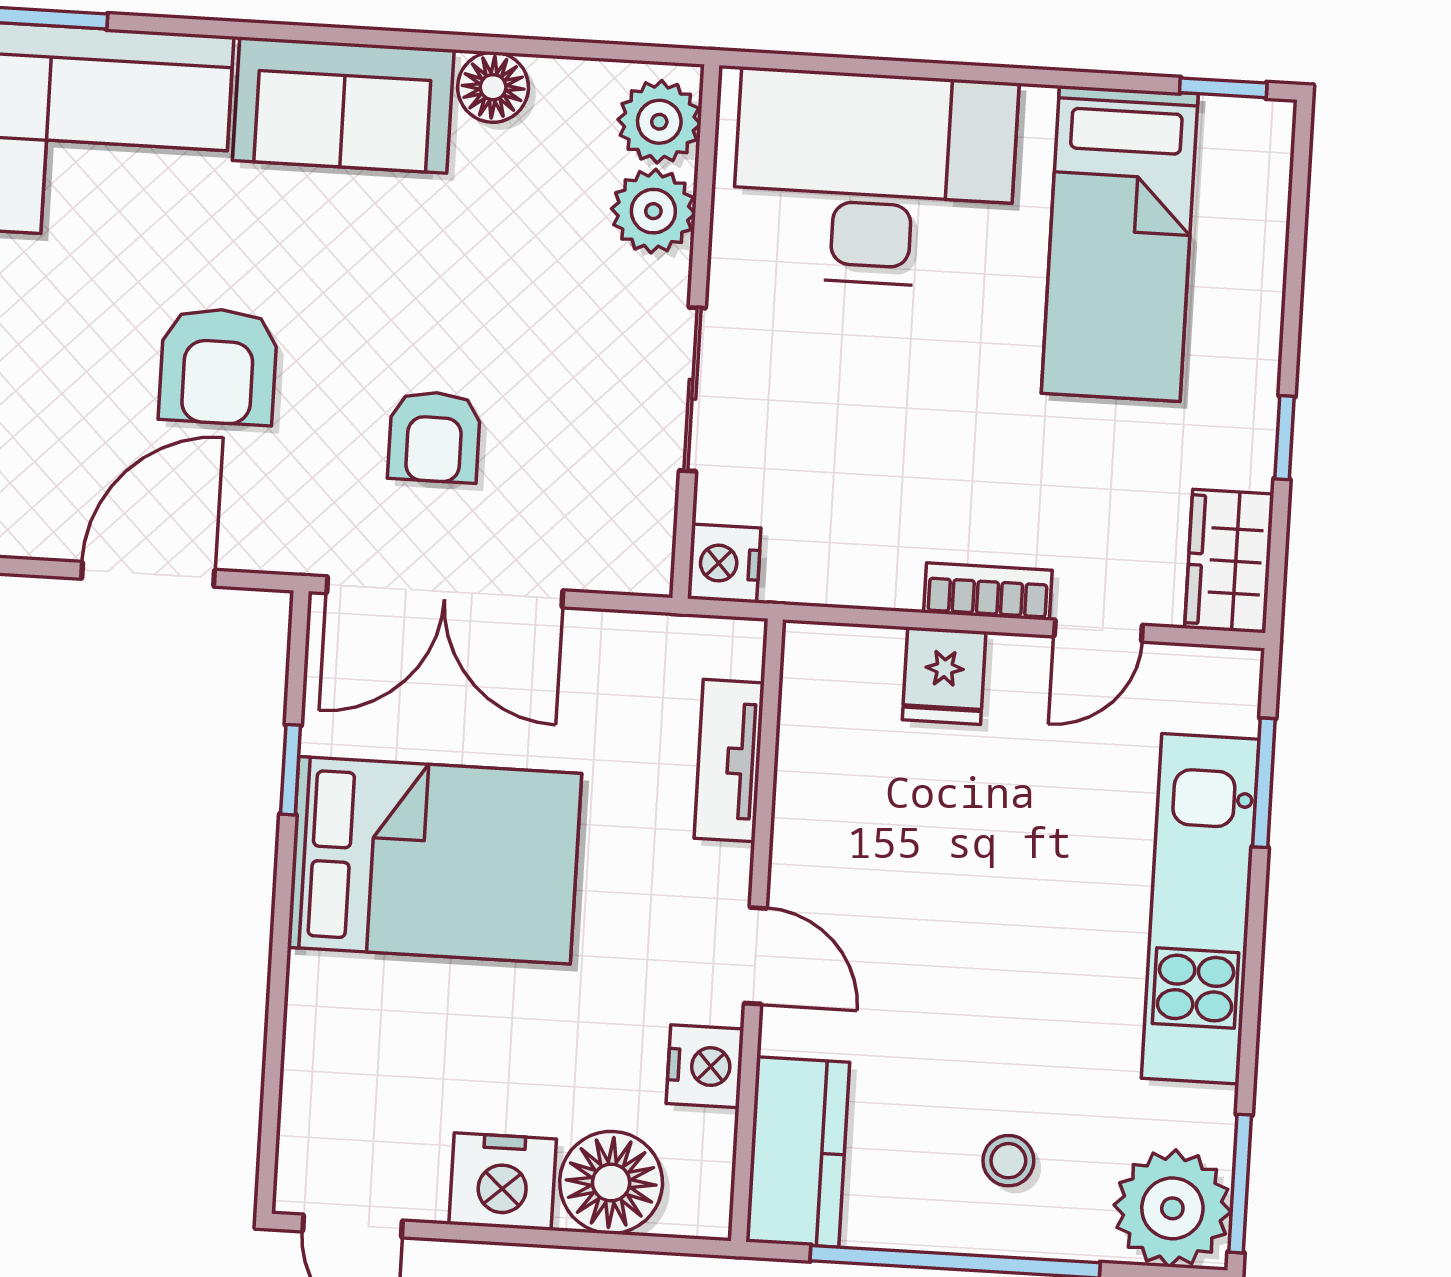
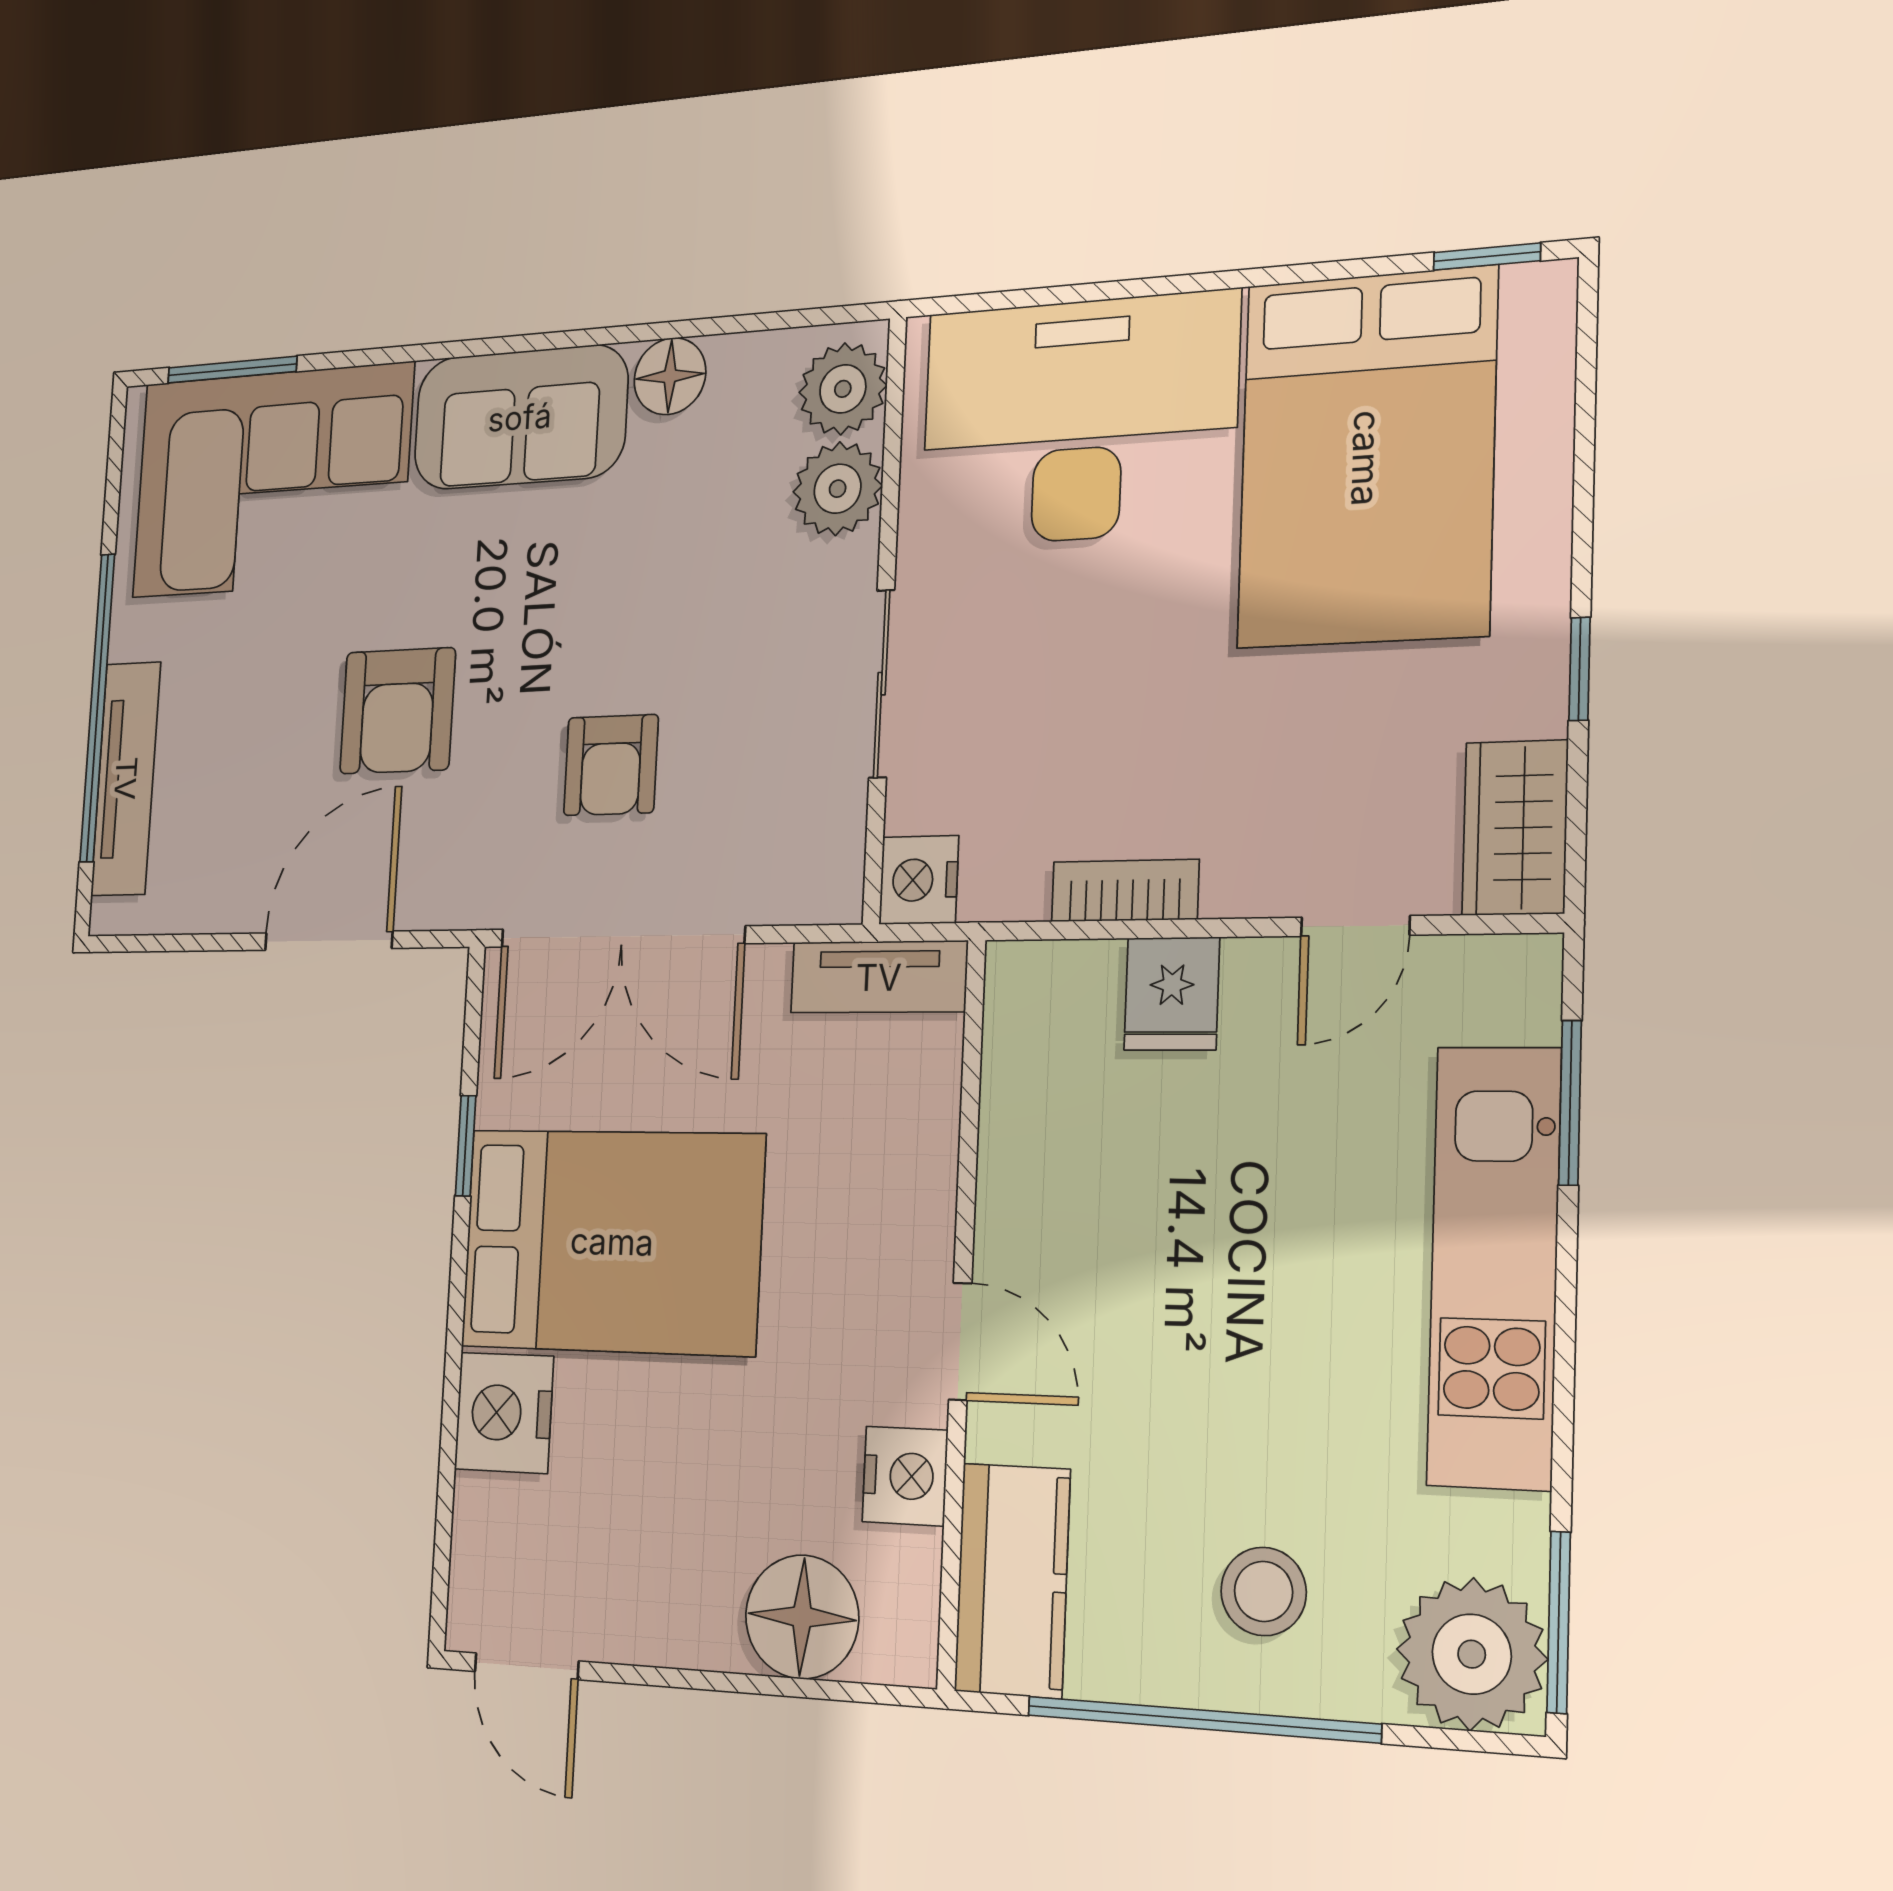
bed: (1120, 244) -> (1367, 458), width x1.50
bookcase: (988, 591) -> (1125, 891), moved
tv unit: (729, 761) -> (879, 977), moved, turned -90
stool: (1008, 1161) -> (1264, 1591), width x1.37, depth x1.37
nightstand: (503, 1181) -> (504, 1413), moved, turned 90

